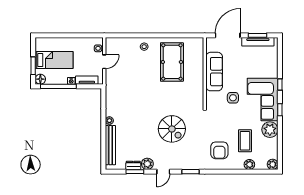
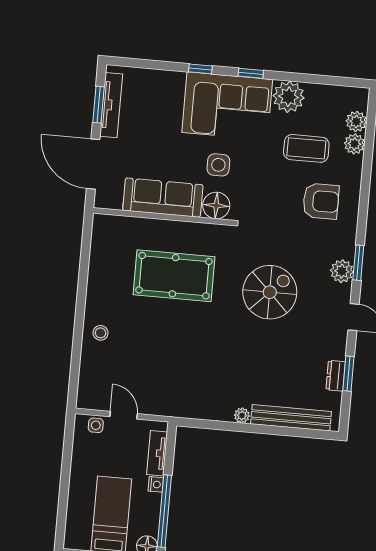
pool table: (172, 62) -> (174, 276), moved
floor lamp: (213, 99) -> (216, 205), added
plant: (147, 164) -> (342, 271), moved
plant: (273, 164) -> (356, 121), moved

